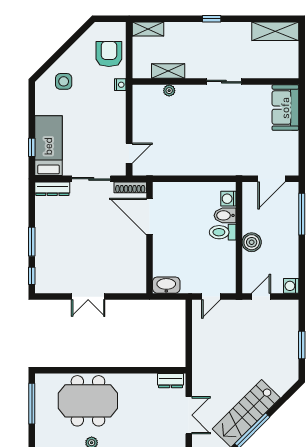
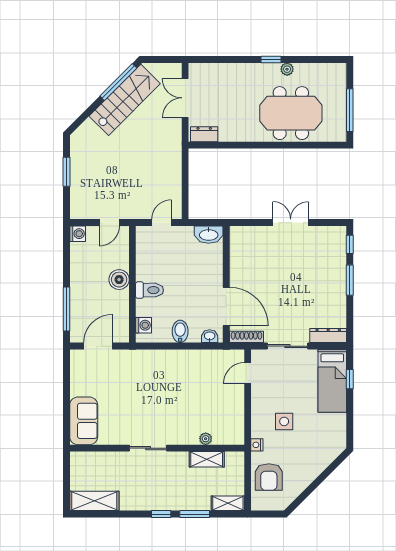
window: (180, 19) -> (195, 514), added
side table: (64, 81) -> (284, 421), moved
washbasin: (165, 188) -> (210, 336), added
bidet: (225, 215) -> (180, 331), moved, turned -90

